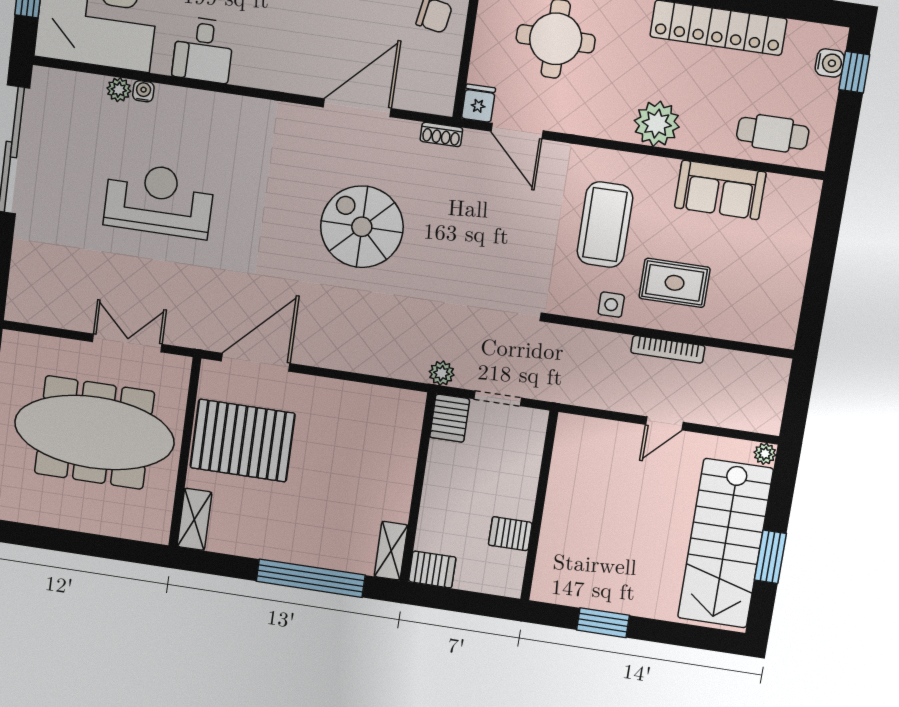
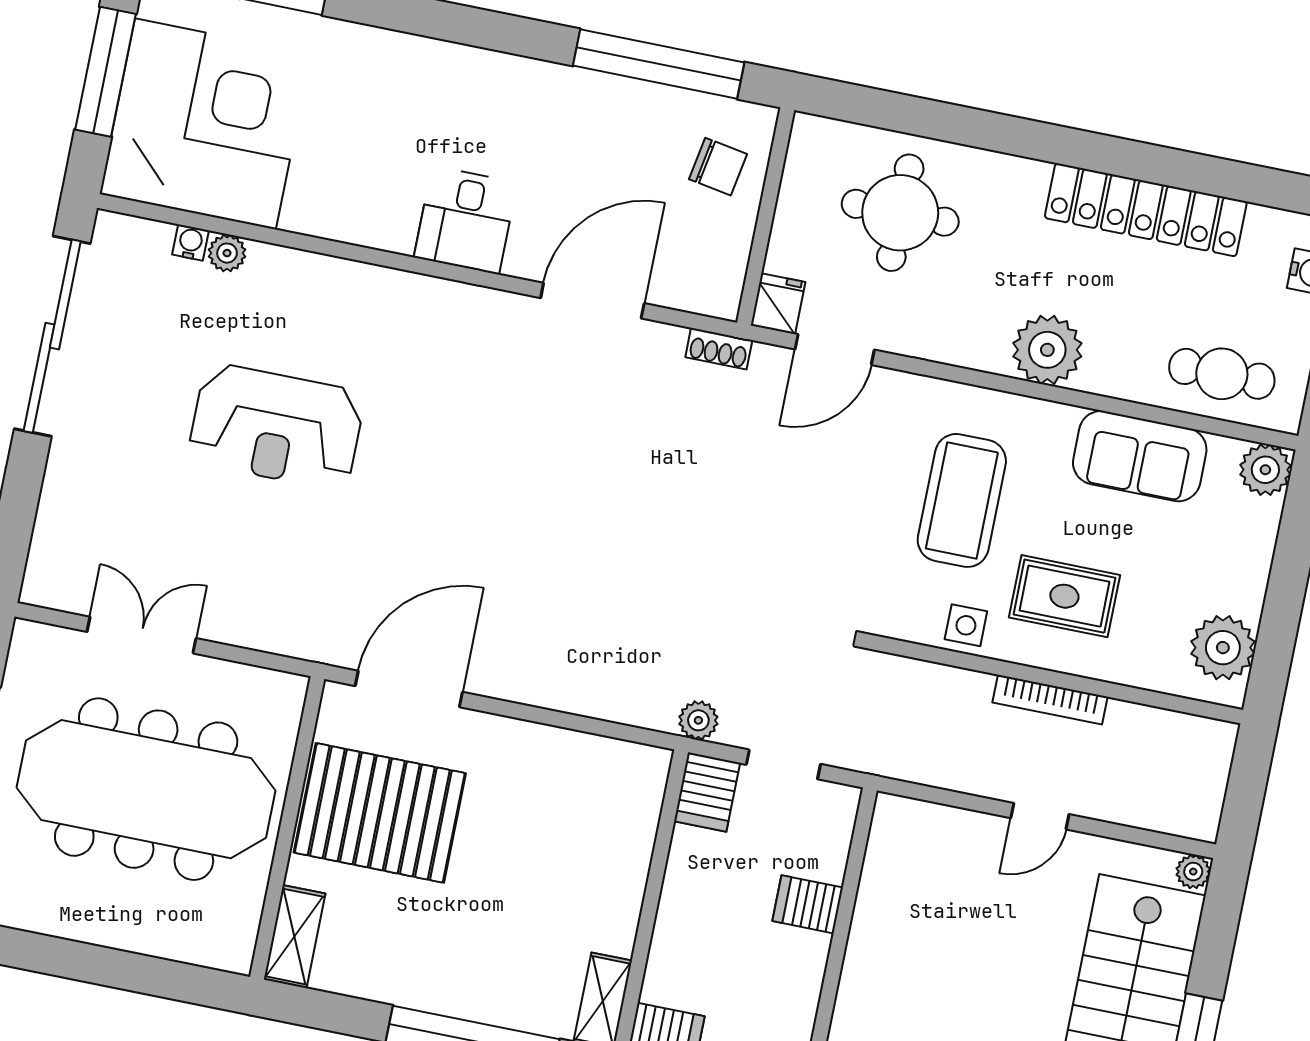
desk: (203, 50) -> (466, 220), moved
water cooler: (143, 91) -> (190, 243), moved
door: (517, 131) -> (835, 350), hinge flipped
plant: (804, 194) -> (1265, 470), added
reception desk: (159, 200) -> (276, 427), turned 180
spiral stairs: (362, 227) -> (588, 485), removed
plant: (779, 311) -> (1223, 648), added
double door: (127, 343) -> (142, 635), moved
server rack: (510, 534) -> (808, 904), moved

